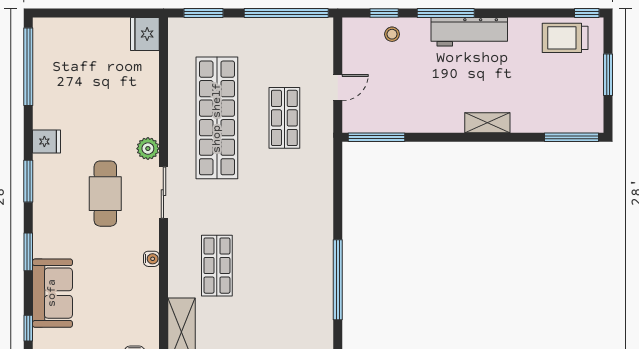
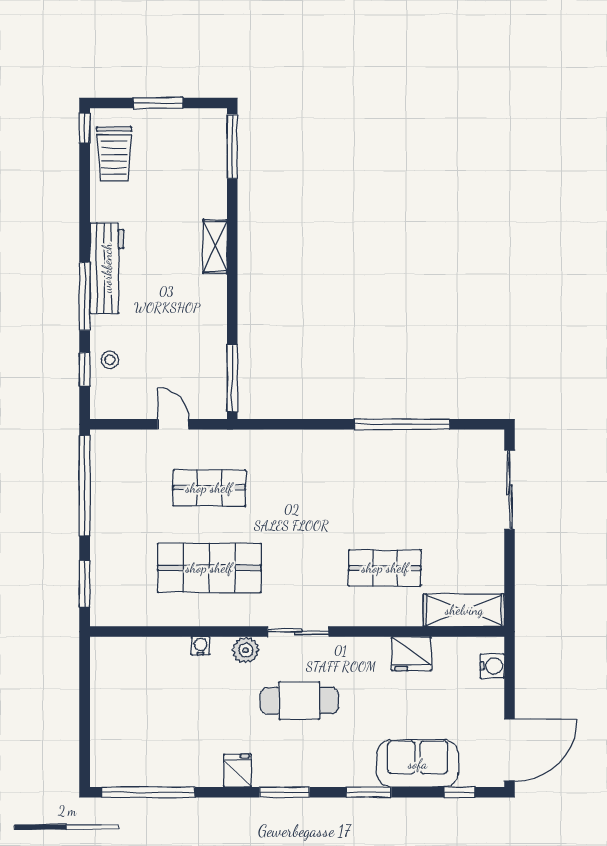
fridge: (145, 34) -> (411, 654), moved
shop shelf: (217, 118) -> (209, 568), width x0.71
water cooler: (151, 259) -> (200, 646), moved

